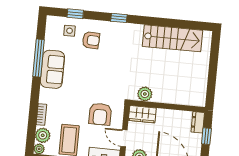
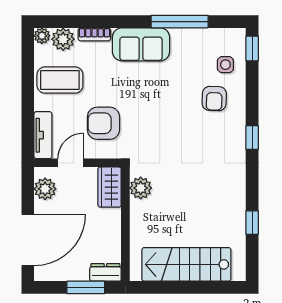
window: (75, 14) -> (252, 48), moved
window: (174, 23) -> (252, 223), added
stairs: (172, 38) -> (186, 264), moved, turned 90
sofa: (52, 69) -> (141, 44), moved
window: (206, 136) -> (86, 287), width x1.50

